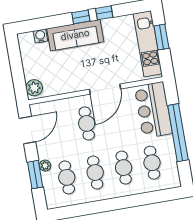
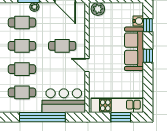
window: (104, 13) -> (148, 25), moved
door: (105, 89) -> (87, 65), width x0.53

